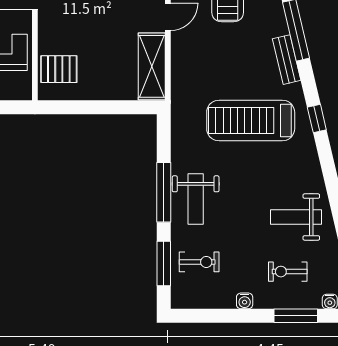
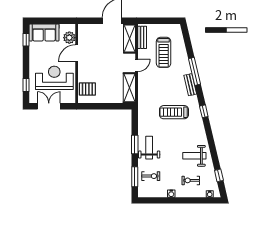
treadmill: (251, 121) -> (174, 112), width x0.73, depth x0.73
window: (164, 192) -> (135, 145), width x0.69
weight bench: (196, 199) -> (149, 148), turned 180
window: (296, 316) -> (194, 200), removed

